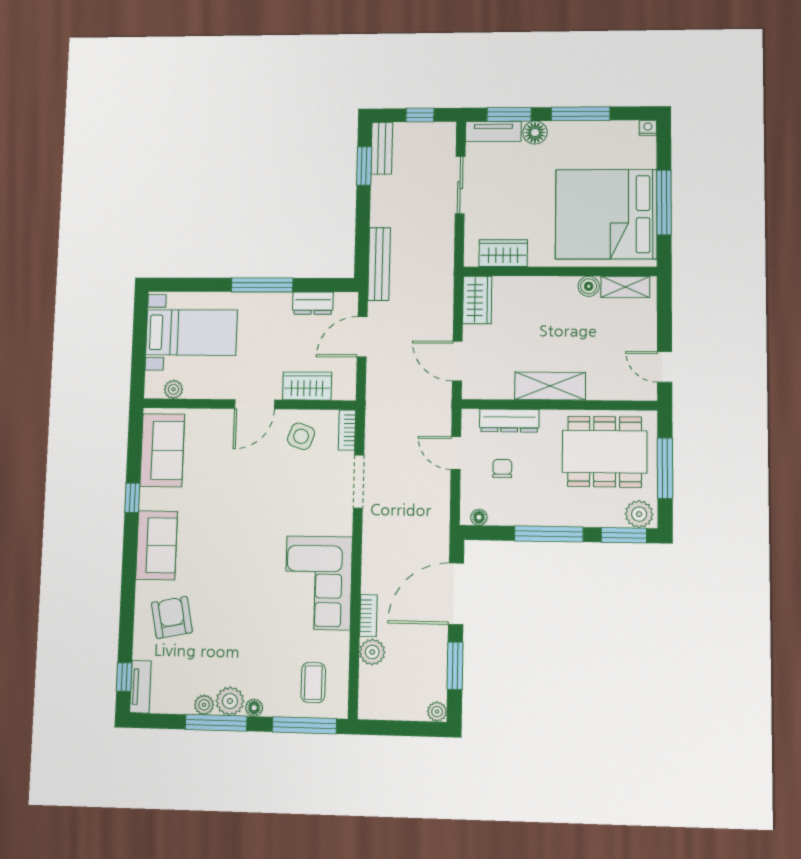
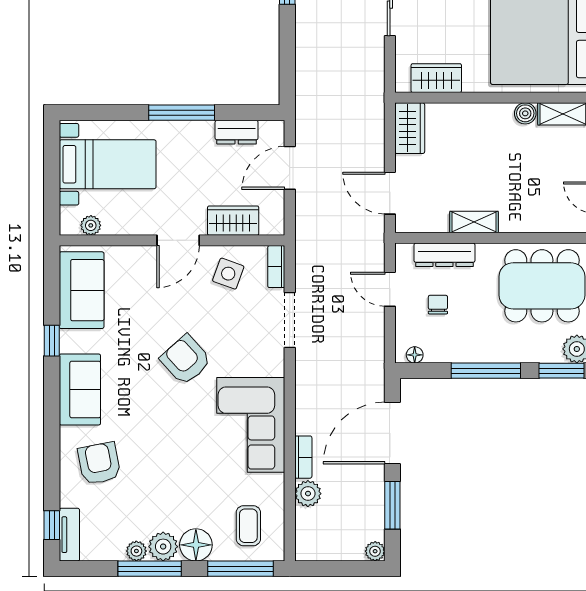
bench: (379, 264) -> (306, 90), removed
shelving: (550, 386) -> (474, 222), width x0.67, depth x0.75
armchair: (258, 518) -> (186, 360), added
floor lamp: (254, 708) -> (196, 545), width x1.89, depth x1.89

